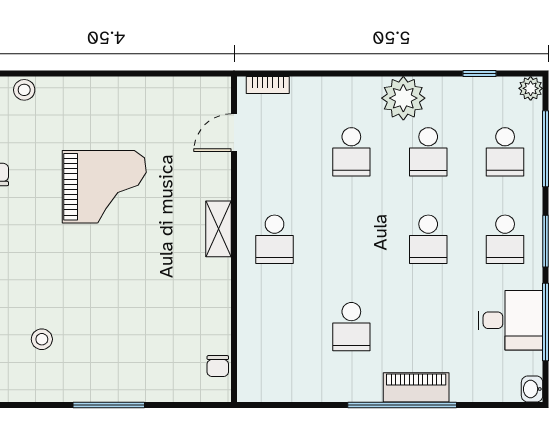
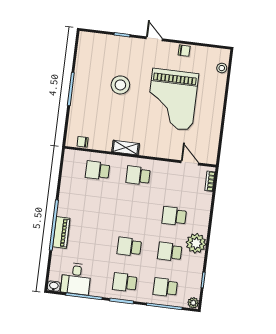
grand piano: (104, 187) -> (172, 100), width x1.37, depth x1.48
shelving: (219, 229) -> (126, 148), moved
desk: (510, 320) -> (76, 279), moved
school desk: (351, 327) -> (98, 170), moved
stool: (42, 339) -> (120, 85), moved, width x1.89, depth x1.89

